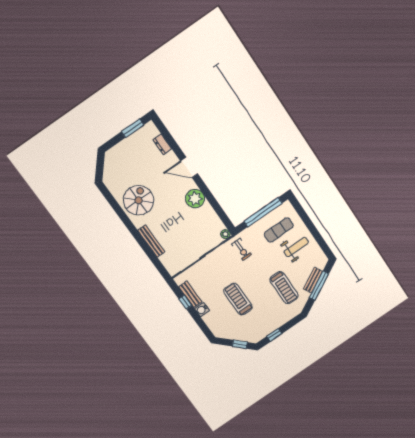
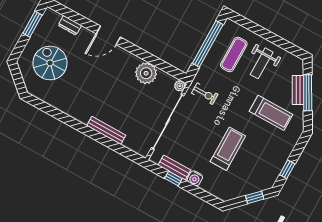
plant: (195, 199) -> (146, 73), moved
spiral stairs: (139, 200) -> (50, 63), moved
weight bench: (296, 247) -> (262, 63), turned 180
treadmill: (238, 299) -> (228, 149), turned 90

